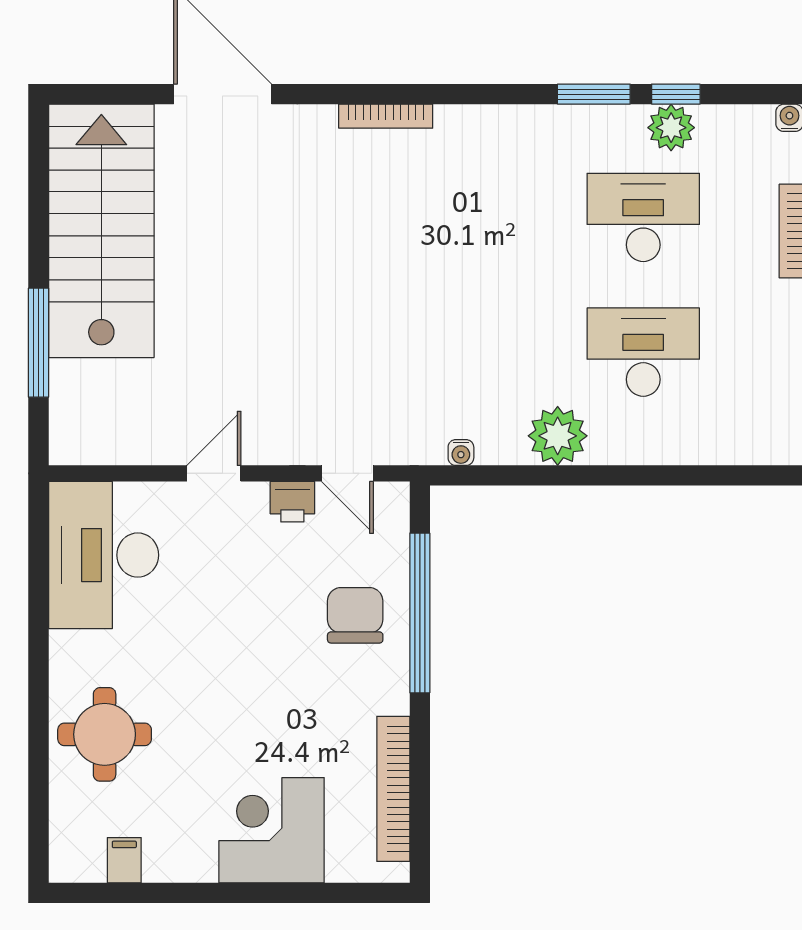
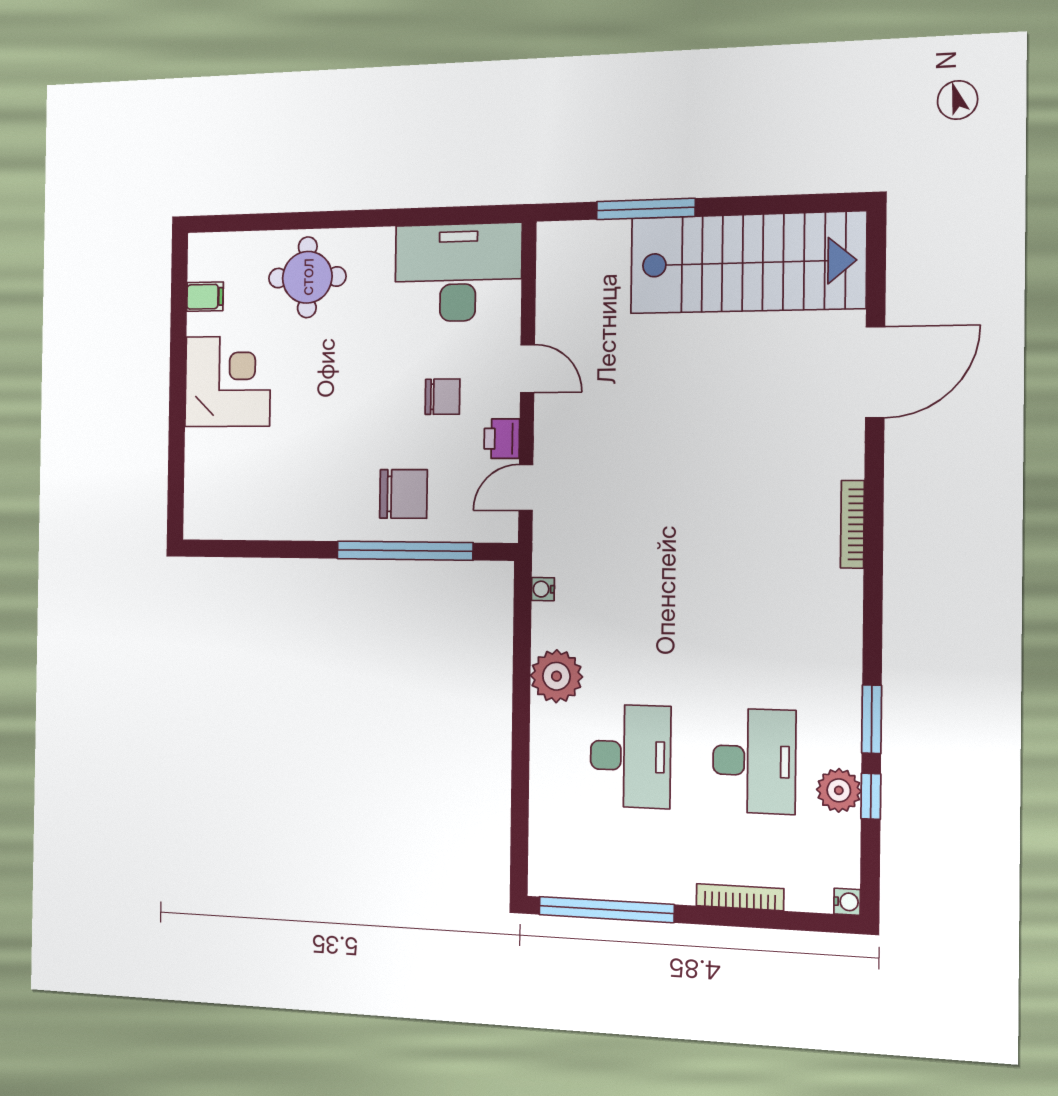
chair: (245, 571) -> (442, 397), added
bookcase: (393, 789) -> (259, 526), removed
corner desk: (271, 830) -> (228, 381), moved

